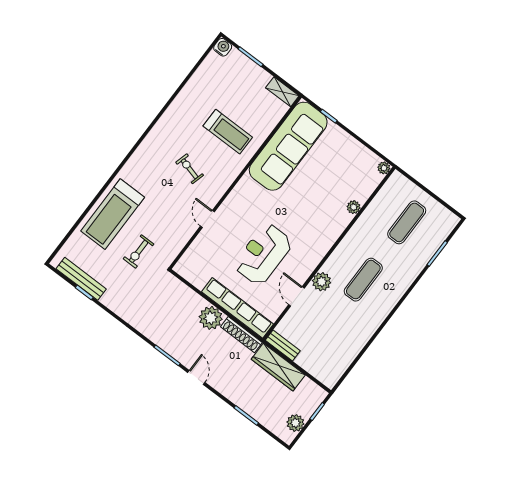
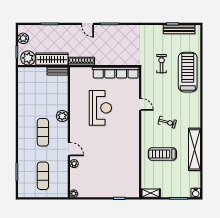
shelving: (181, 106) -> (195, 149), added
sofa: (288, 146) -> (128, 169), removed
door: (296, 296) -> (69, 149), moved
row of seats: (237, 308) -> (116, 73), moved
plant: (211, 318) -> (28, 58), moved

